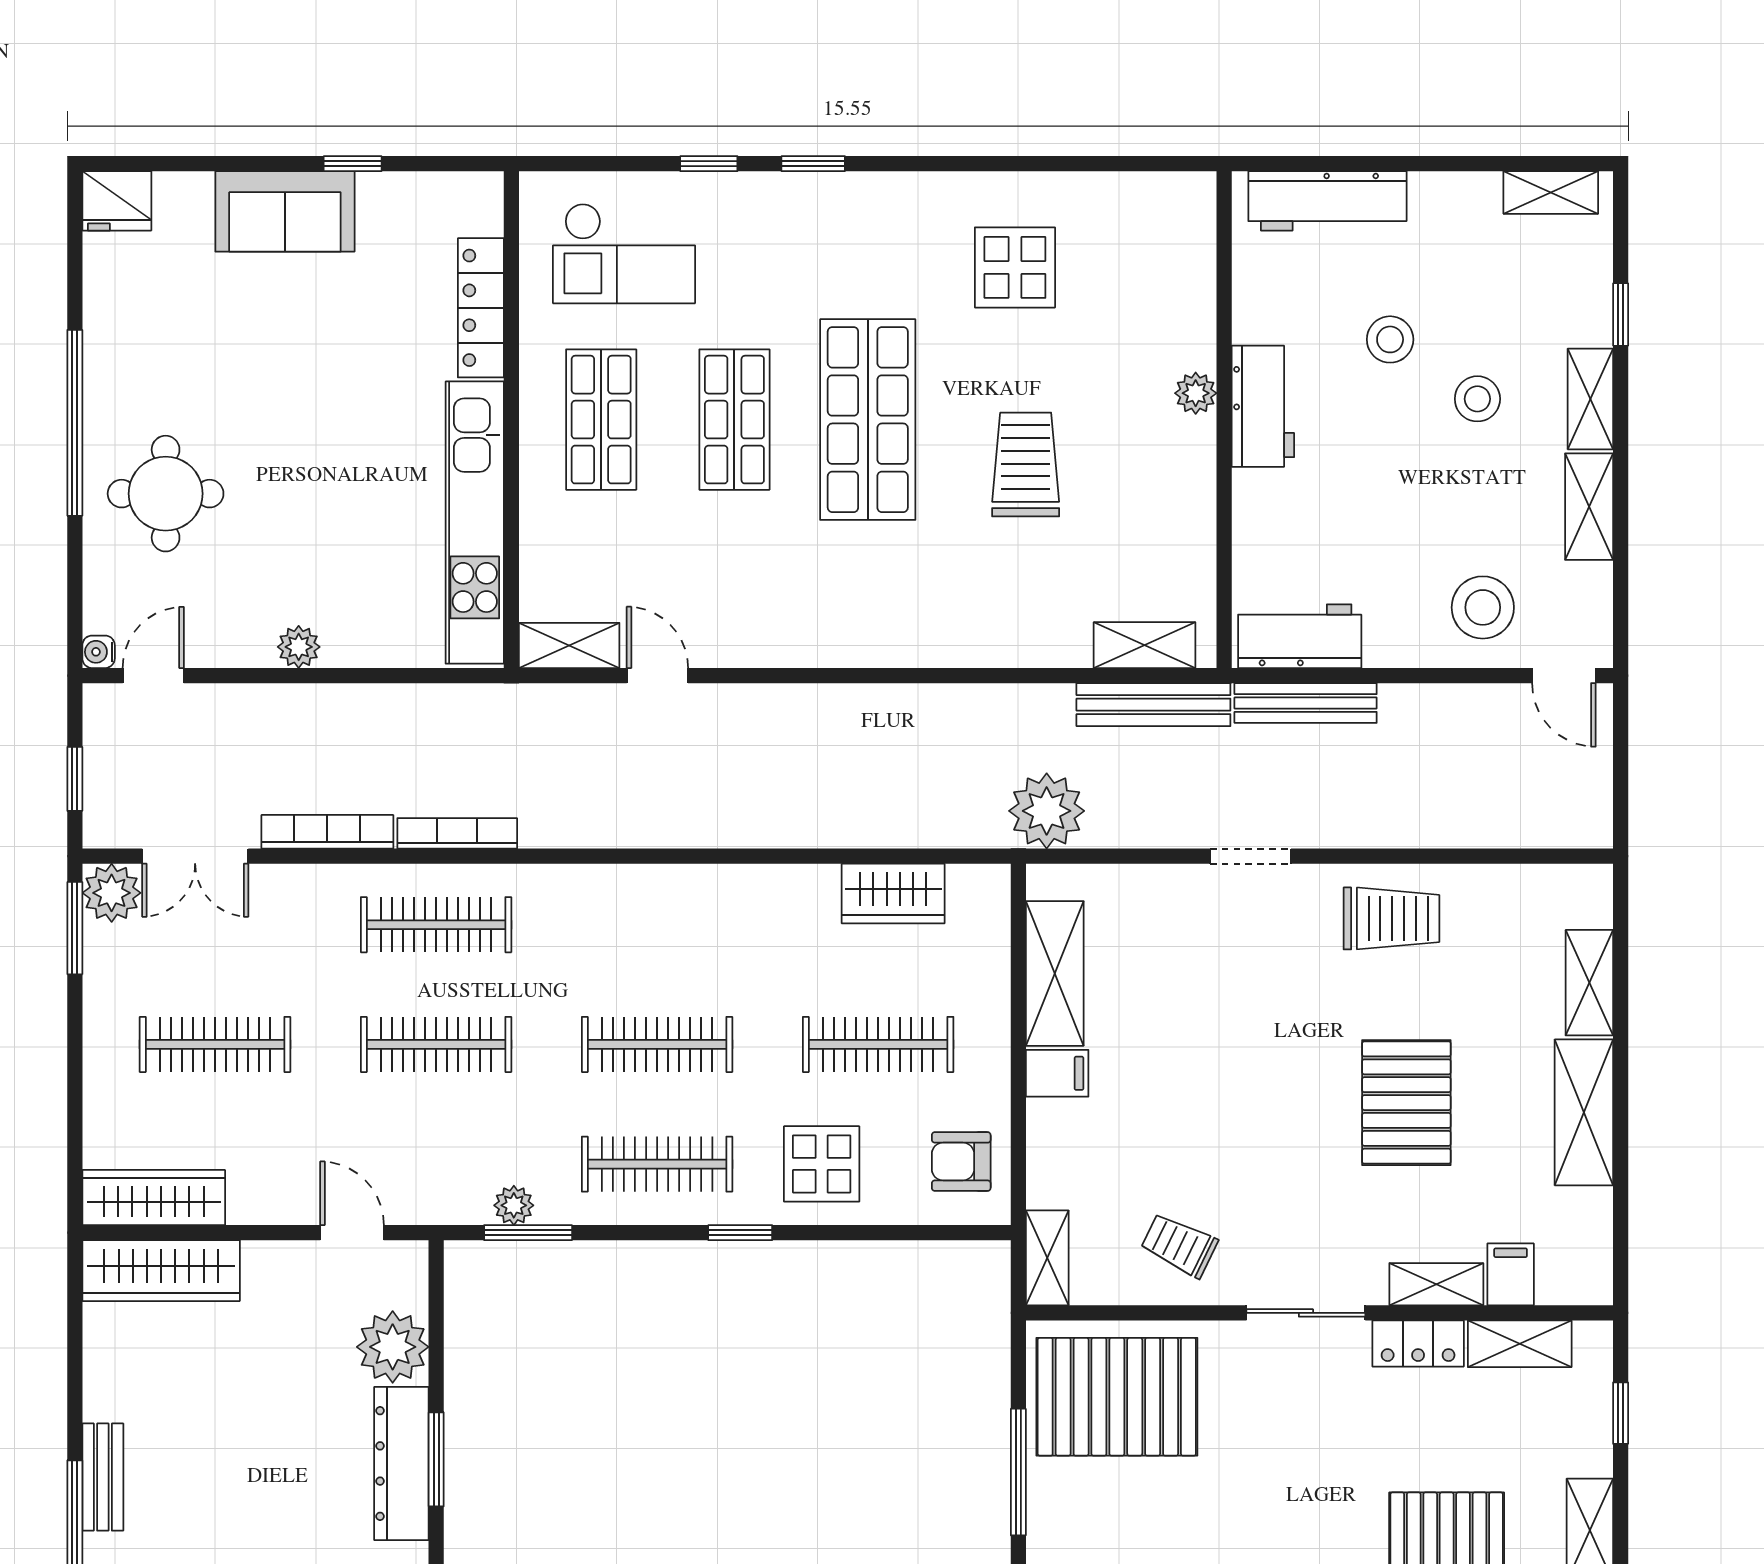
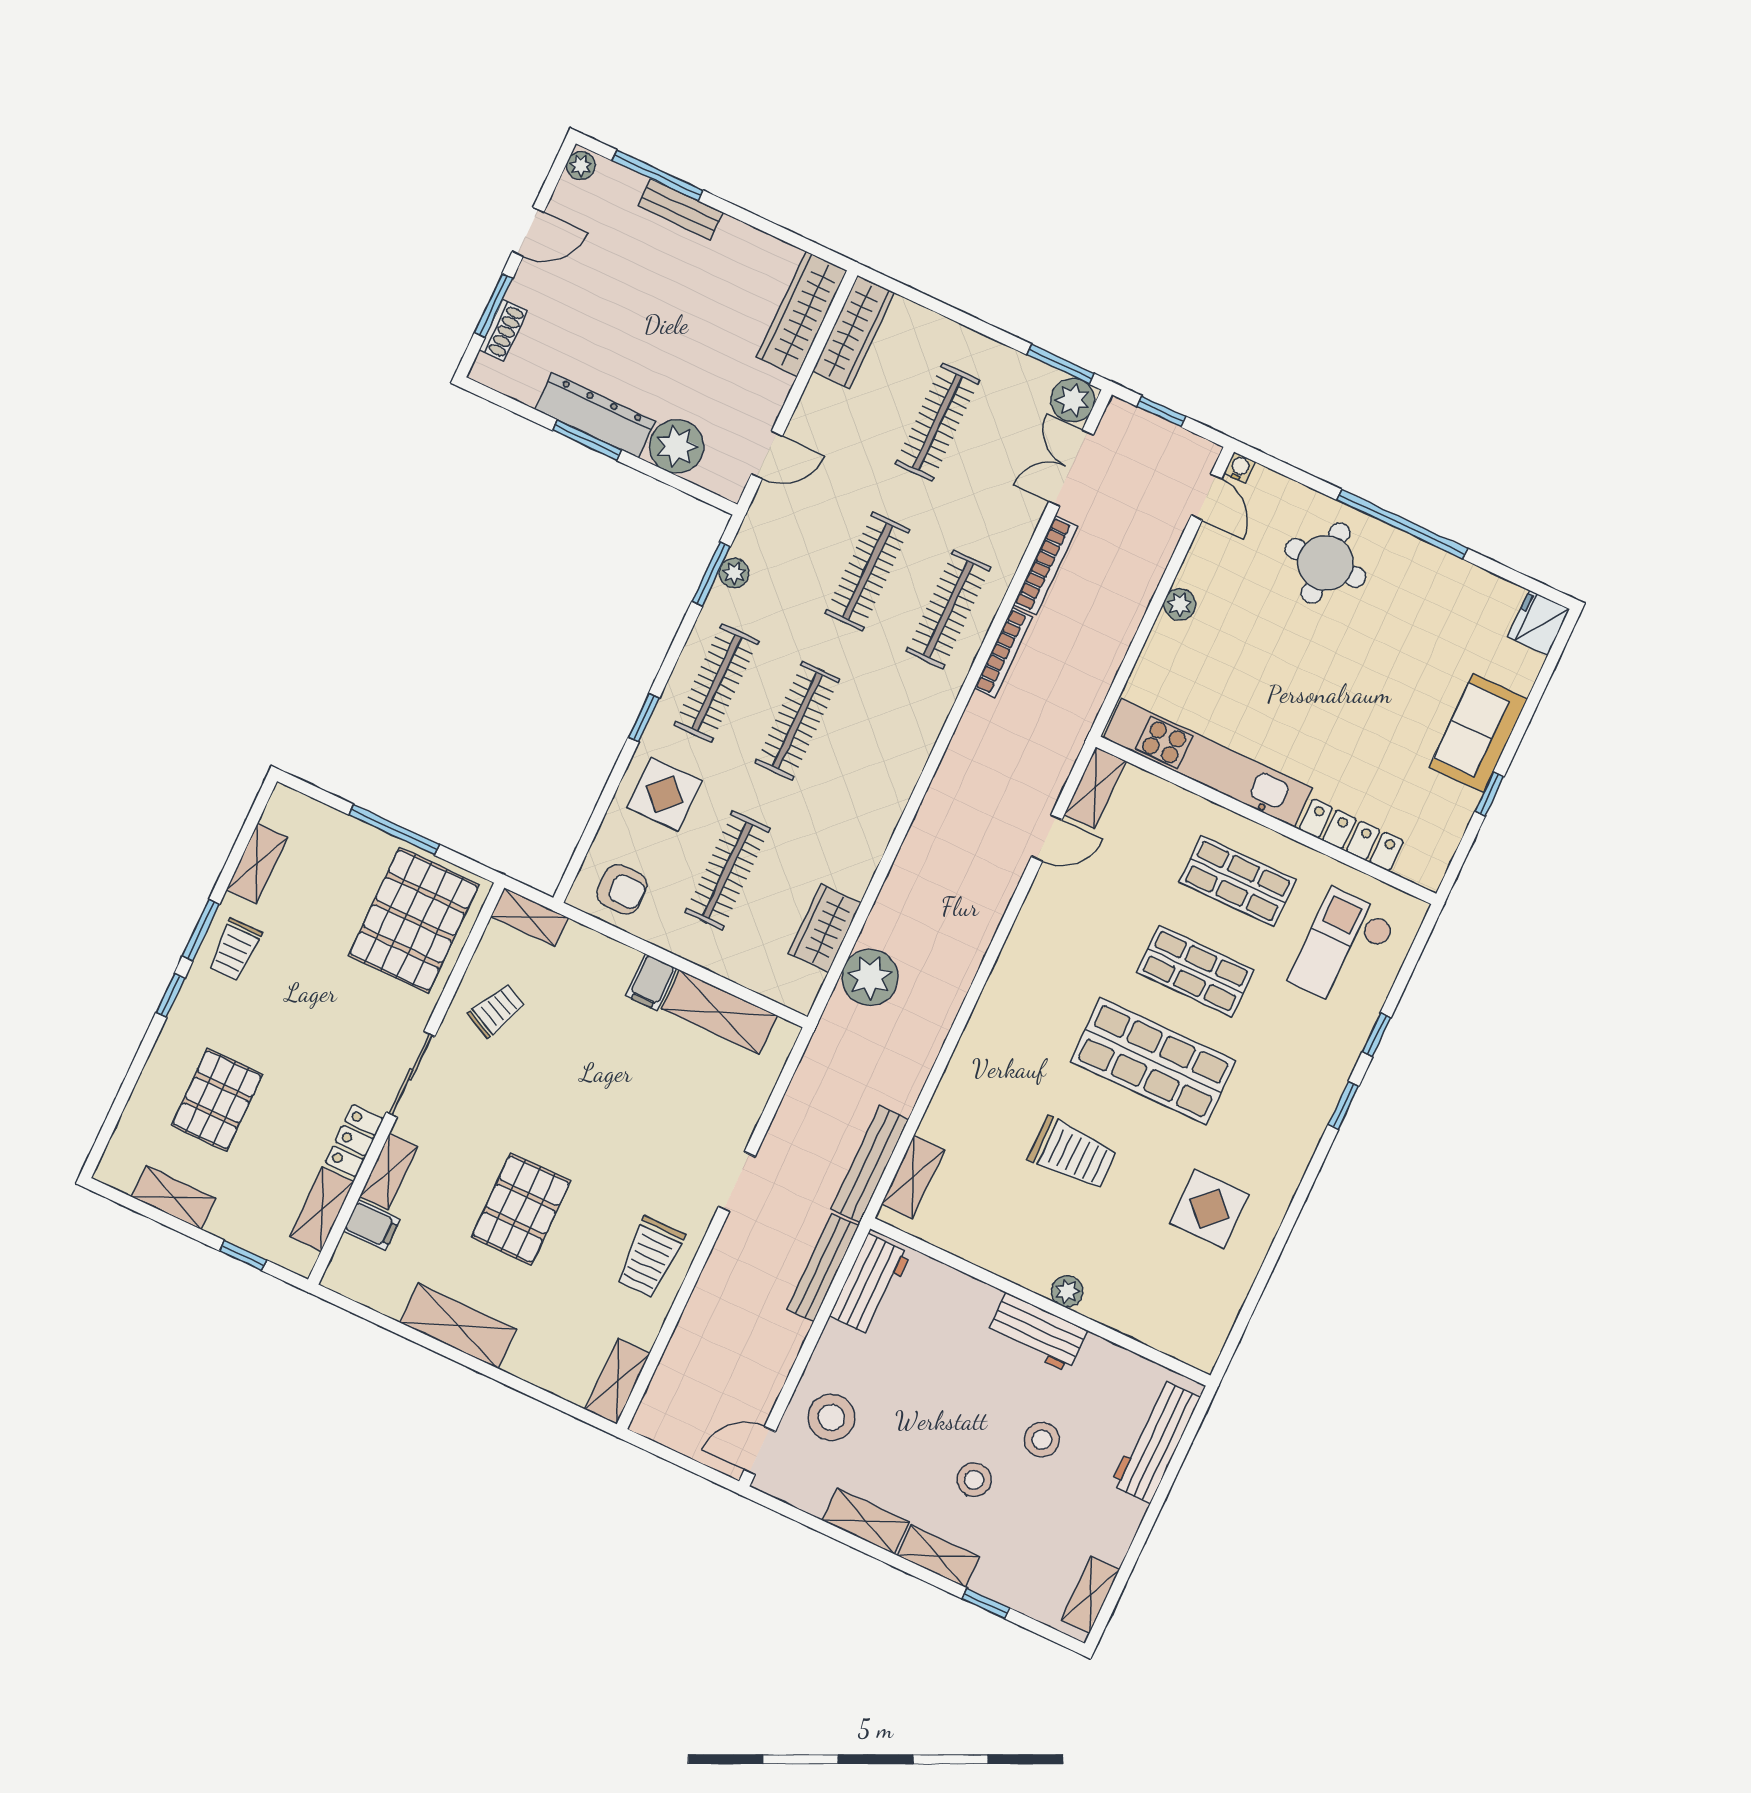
plant: (1047, 811) -> (870, 977), moved
shelving: (1589, 983) -> (618, 1381), moved, turned 90
pallet: (1406, 1103) -> (521, 1209), turned 90
armchair: (961, 1162) -> (622, 889), turned 90

